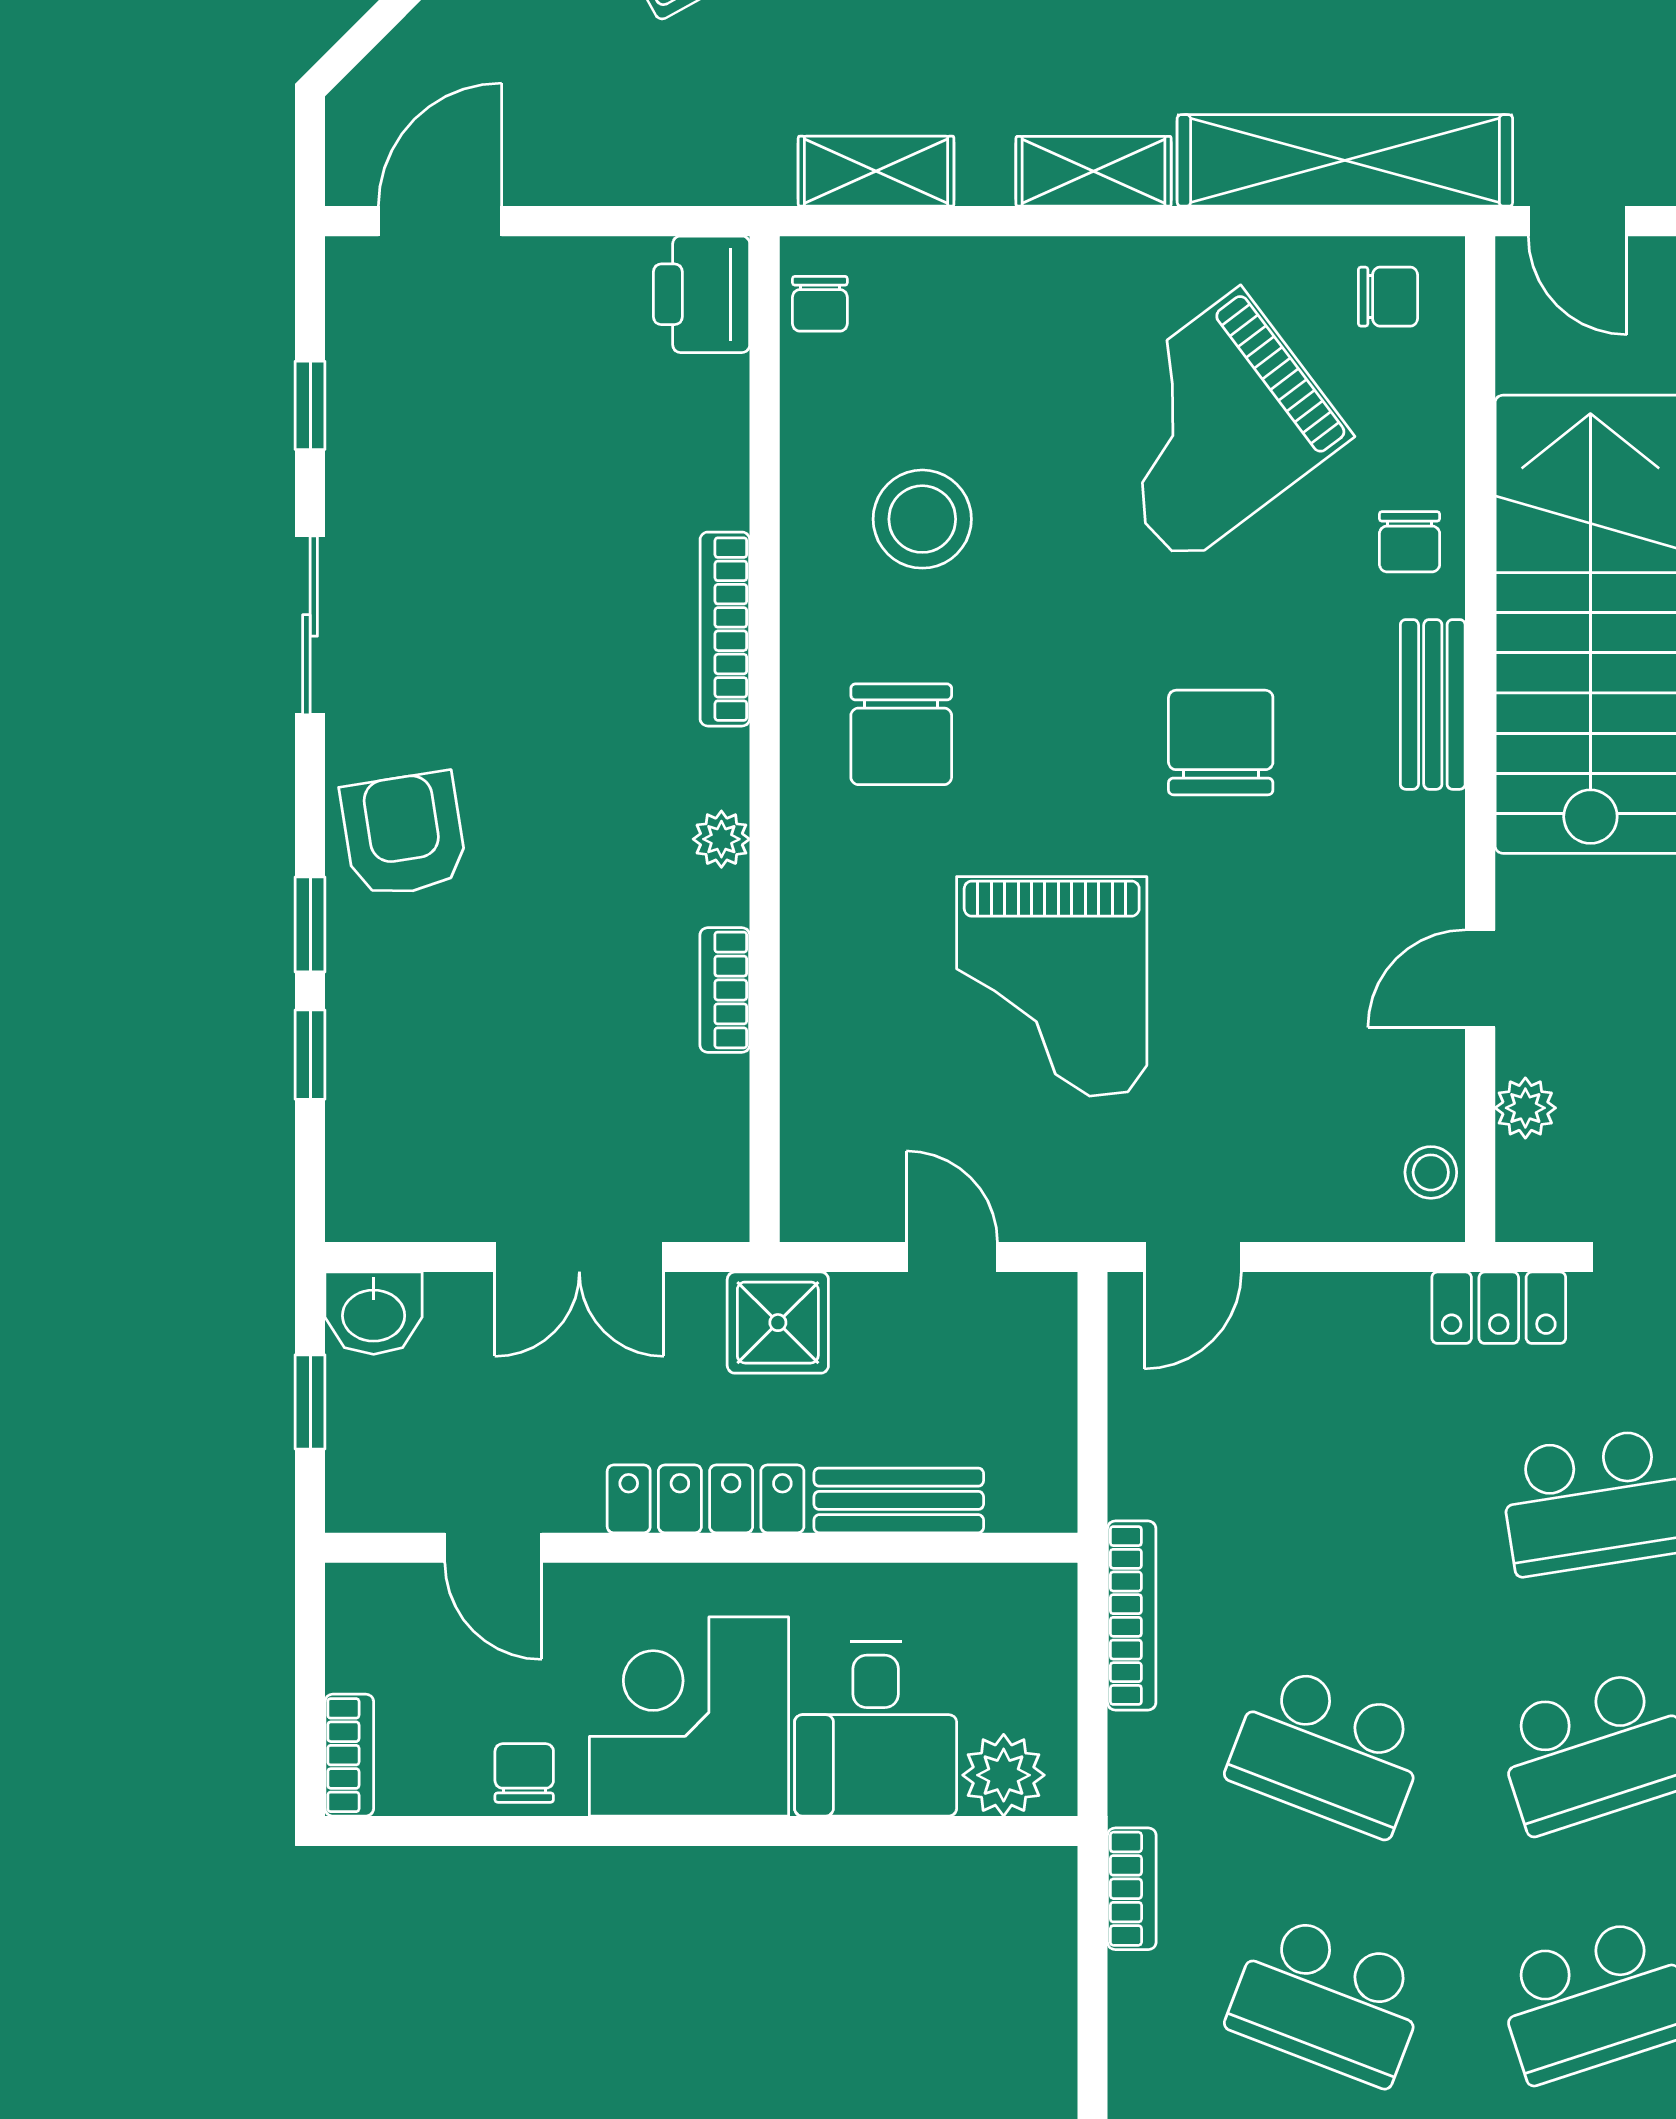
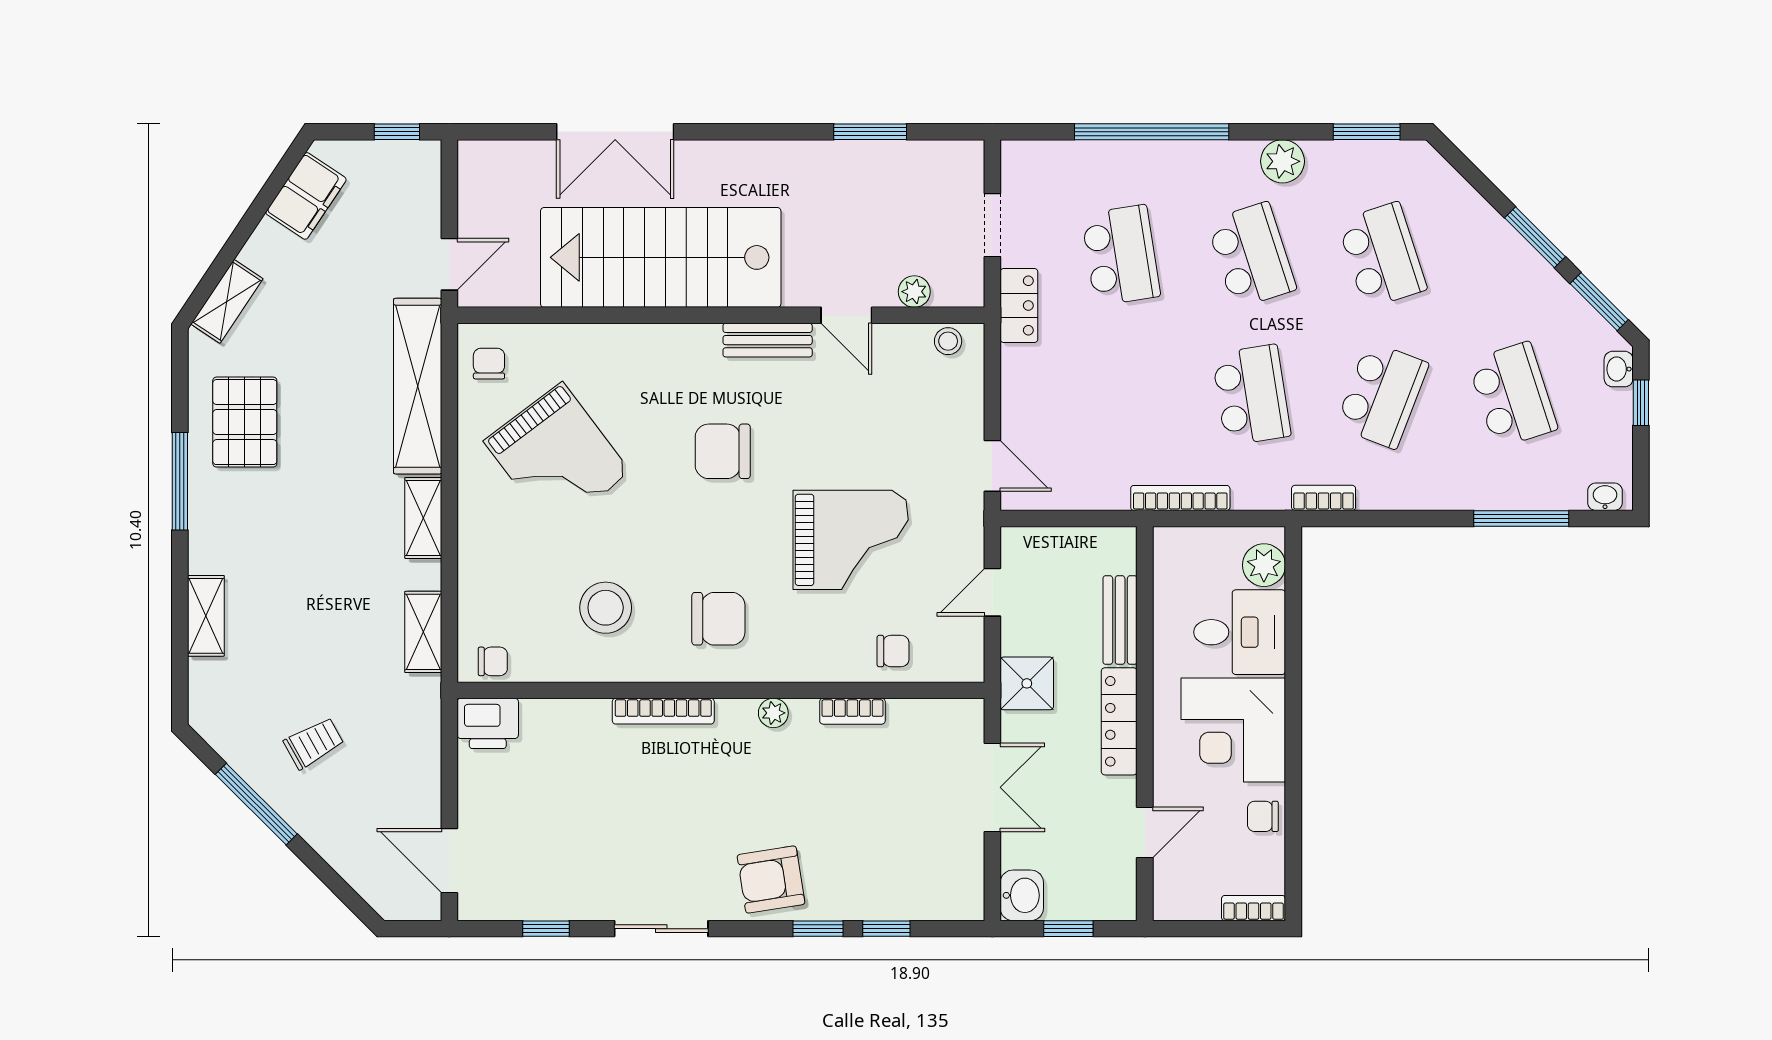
chair: (1410, 542) -> (893, 651), moved
bench: (1433, 704) -> (768, 340), moved
school desk: (1328, 1751) -> (1251, 395), turned -30

